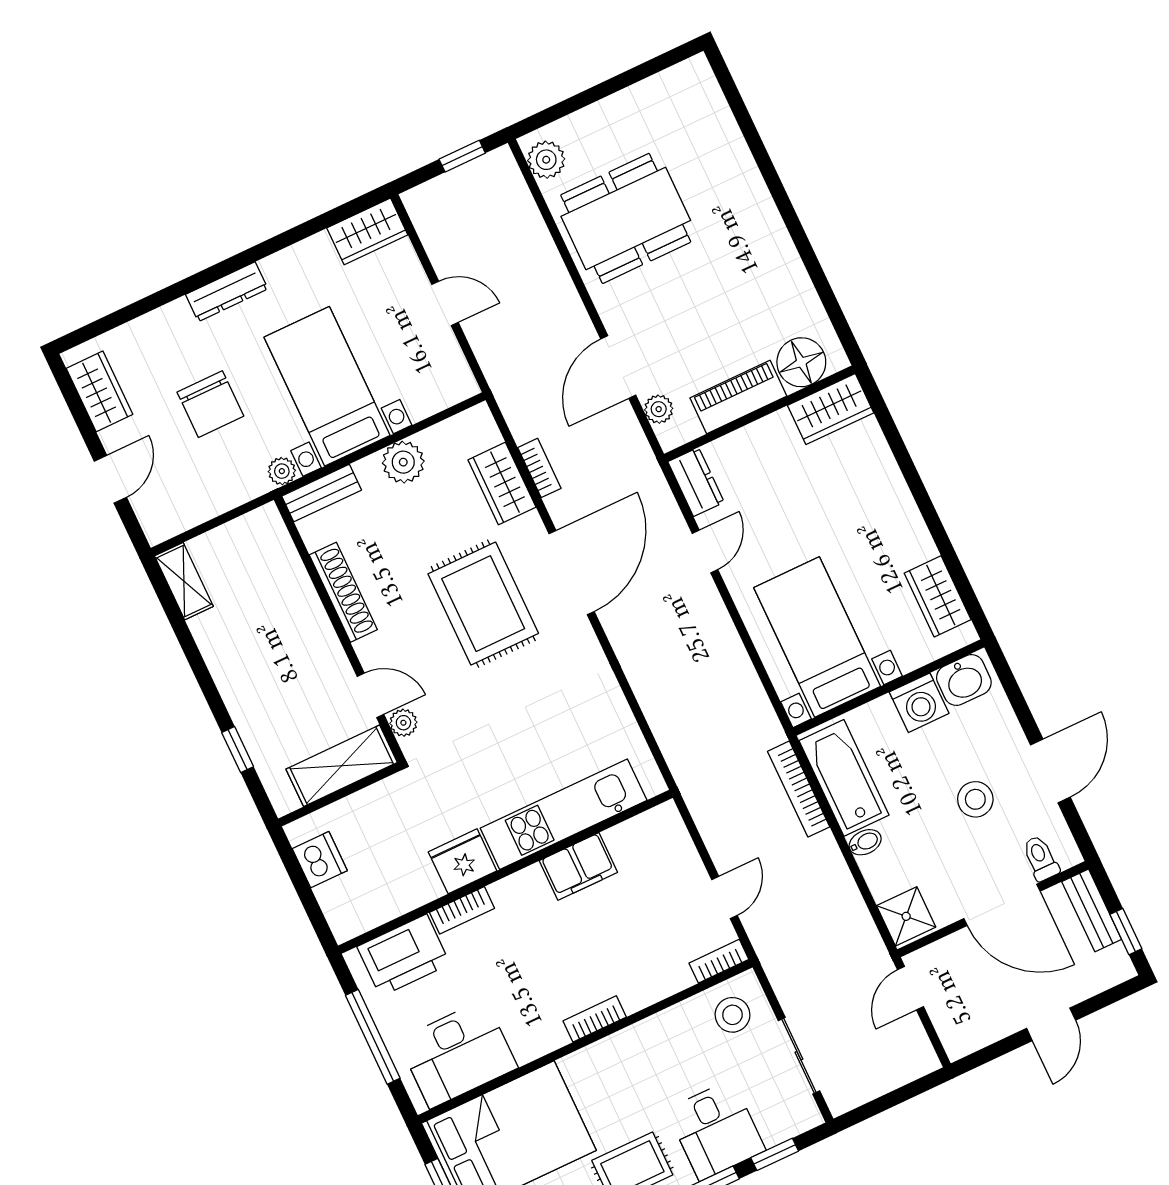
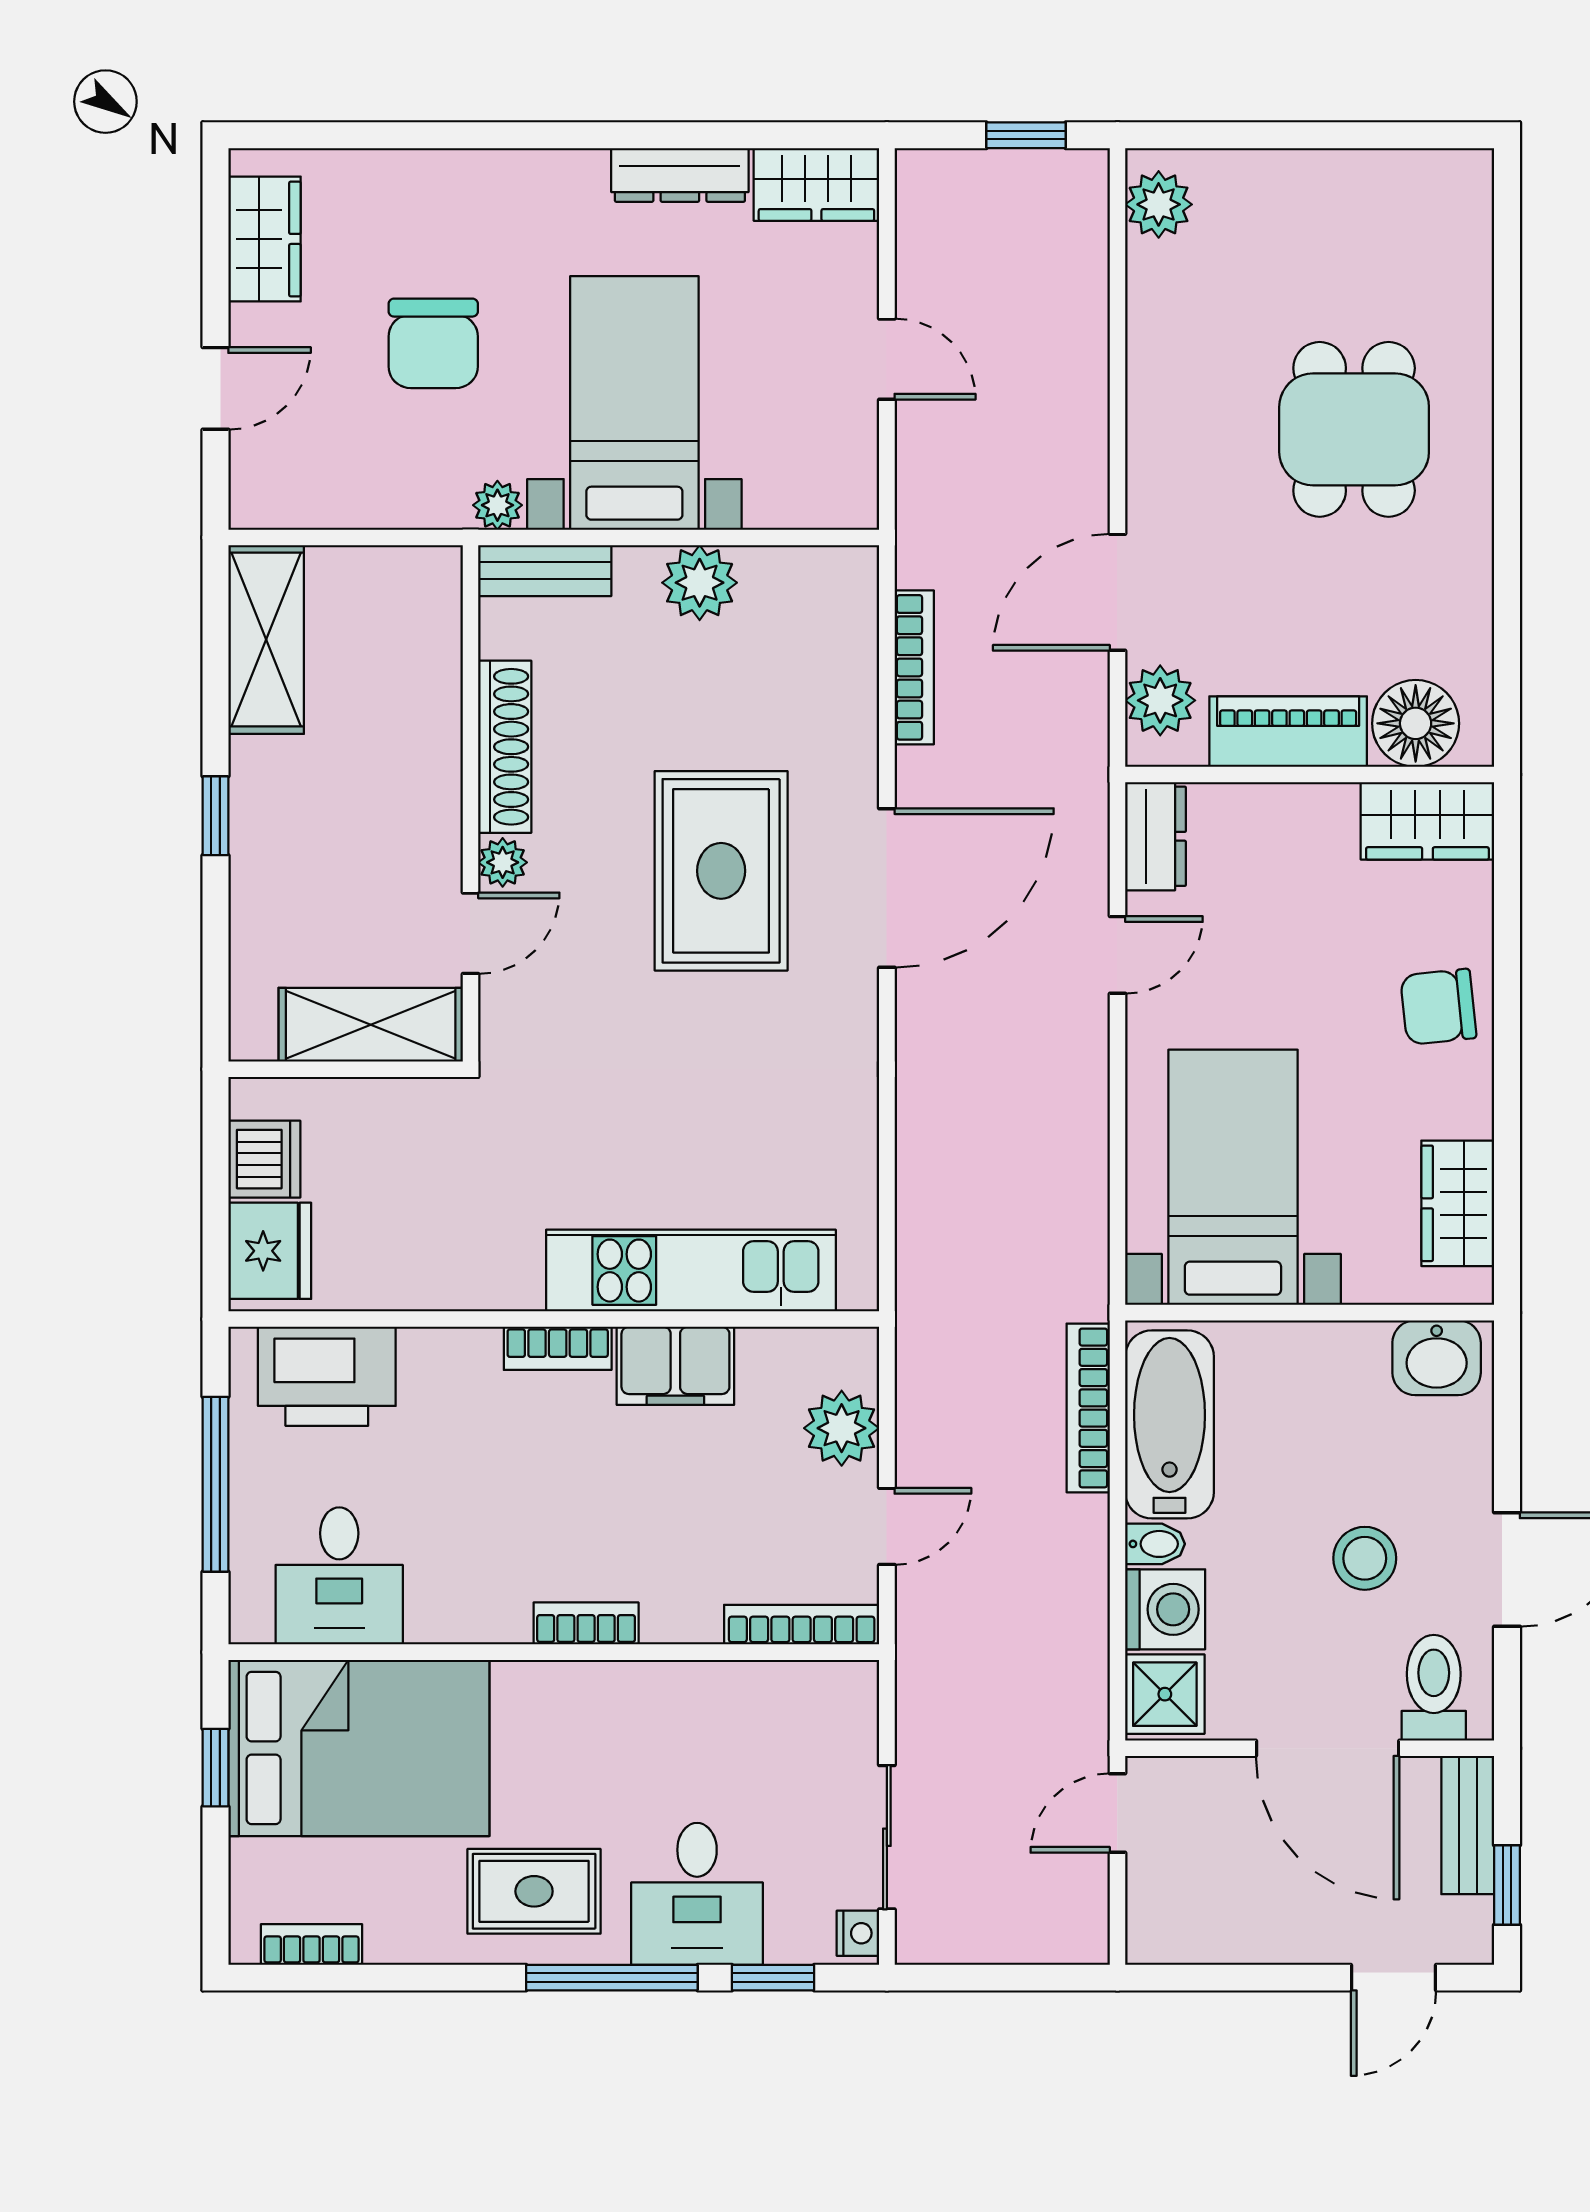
dining table: (626, 218) -> (1354, 429), moved, width x0.73
dresser: (227, 292) -> (680, 175), moved
plant: (659, 409) -> (1160, 700), width x1.38, depth x1.38
bookcase: (539, 468) -> (914, 667), width x1.56
wardrobe: (502, 484) -> (842, 692), removed
chair: (881, 501) -> (1438, 1007), added
shelving: (184, 581) -> (266, 640), width x1.50, depth x1.33
door: (371, 695) -> (470, 933), hinge flipped
washing machine: (919, 703) -> (1165, 1609), moved, turned -90
plant: (403, 723) -> (503, 862), moved
window: (238, 750) -> (215, 816), moved
plant: (678, 858) -> (842, 1428), added
toilet: (1041, 858) -> (1434, 1688), width x1.37, depth x1.39
fridge: (463, 861) -> (270, 1251), moved, turned 90
bookcase: (462, 910) -> (558, 1348), moved
bookcase: (719, 961) -> (802, 1625), width x1.56
stool: (732, 1015) -> (811, 1721), removed
door: (1051, 1024) -> (1394, 1978), moved
desk: (458, 1054) -> (339, 1576), width x0.73
nightstand: (807, 1111) -> (858, 1933), added

